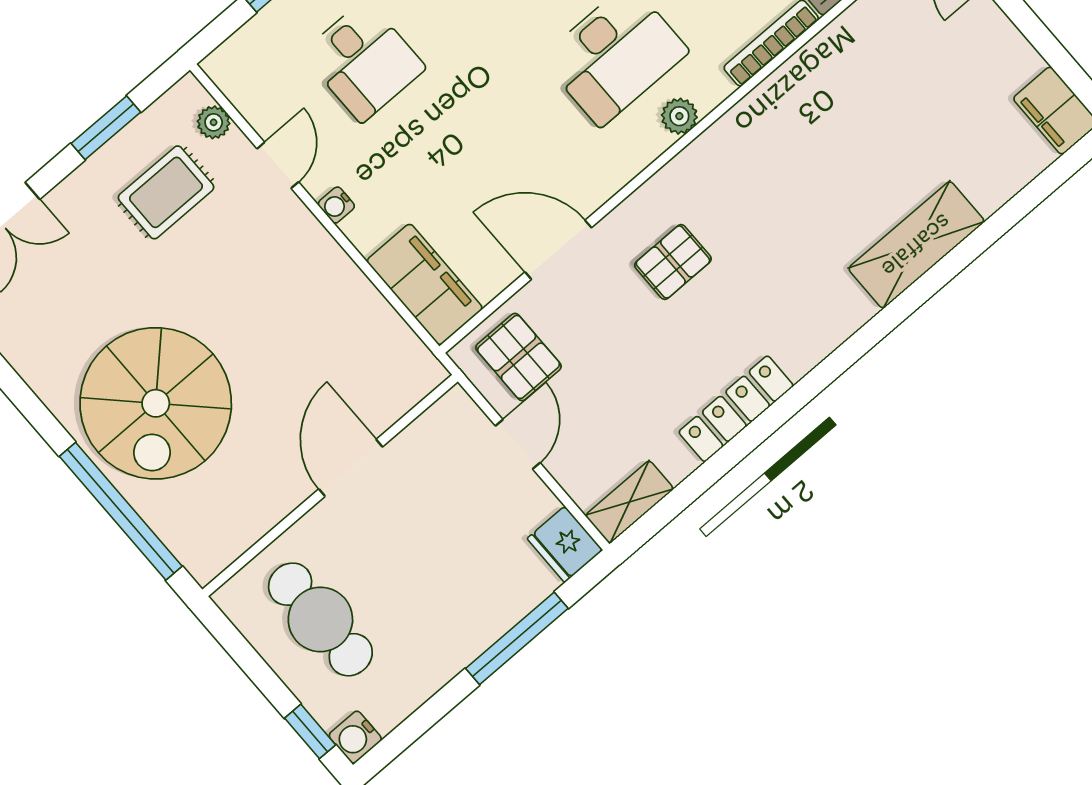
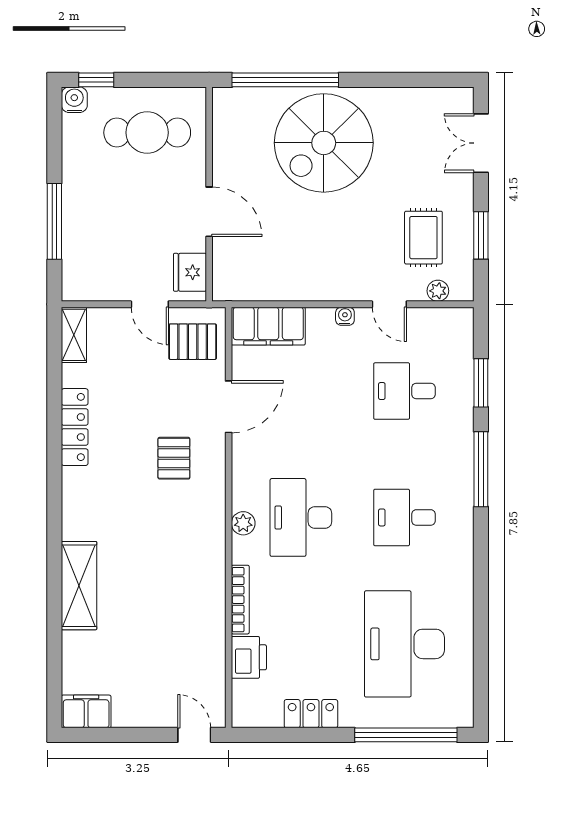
spiral stairs: (156, 403) -> (324, 143), turned -90
fridge: (565, 544) -> (190, 272), moved, turned -90

